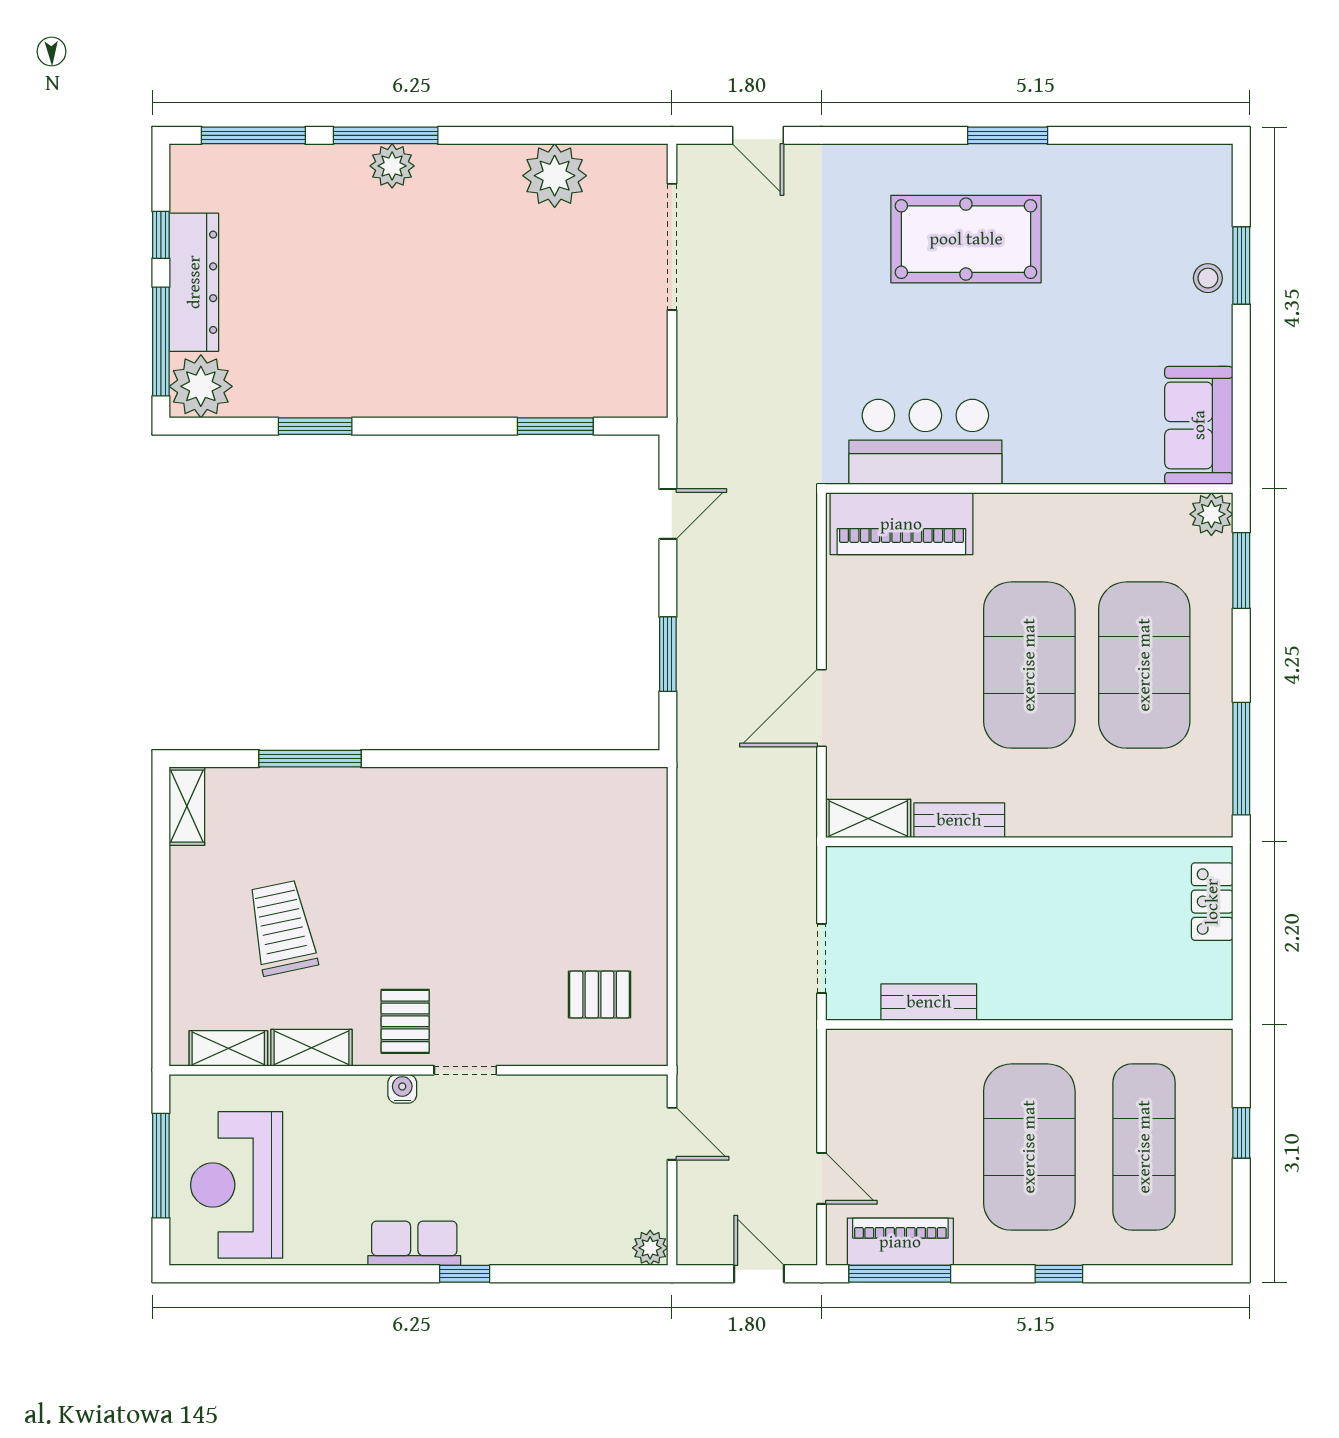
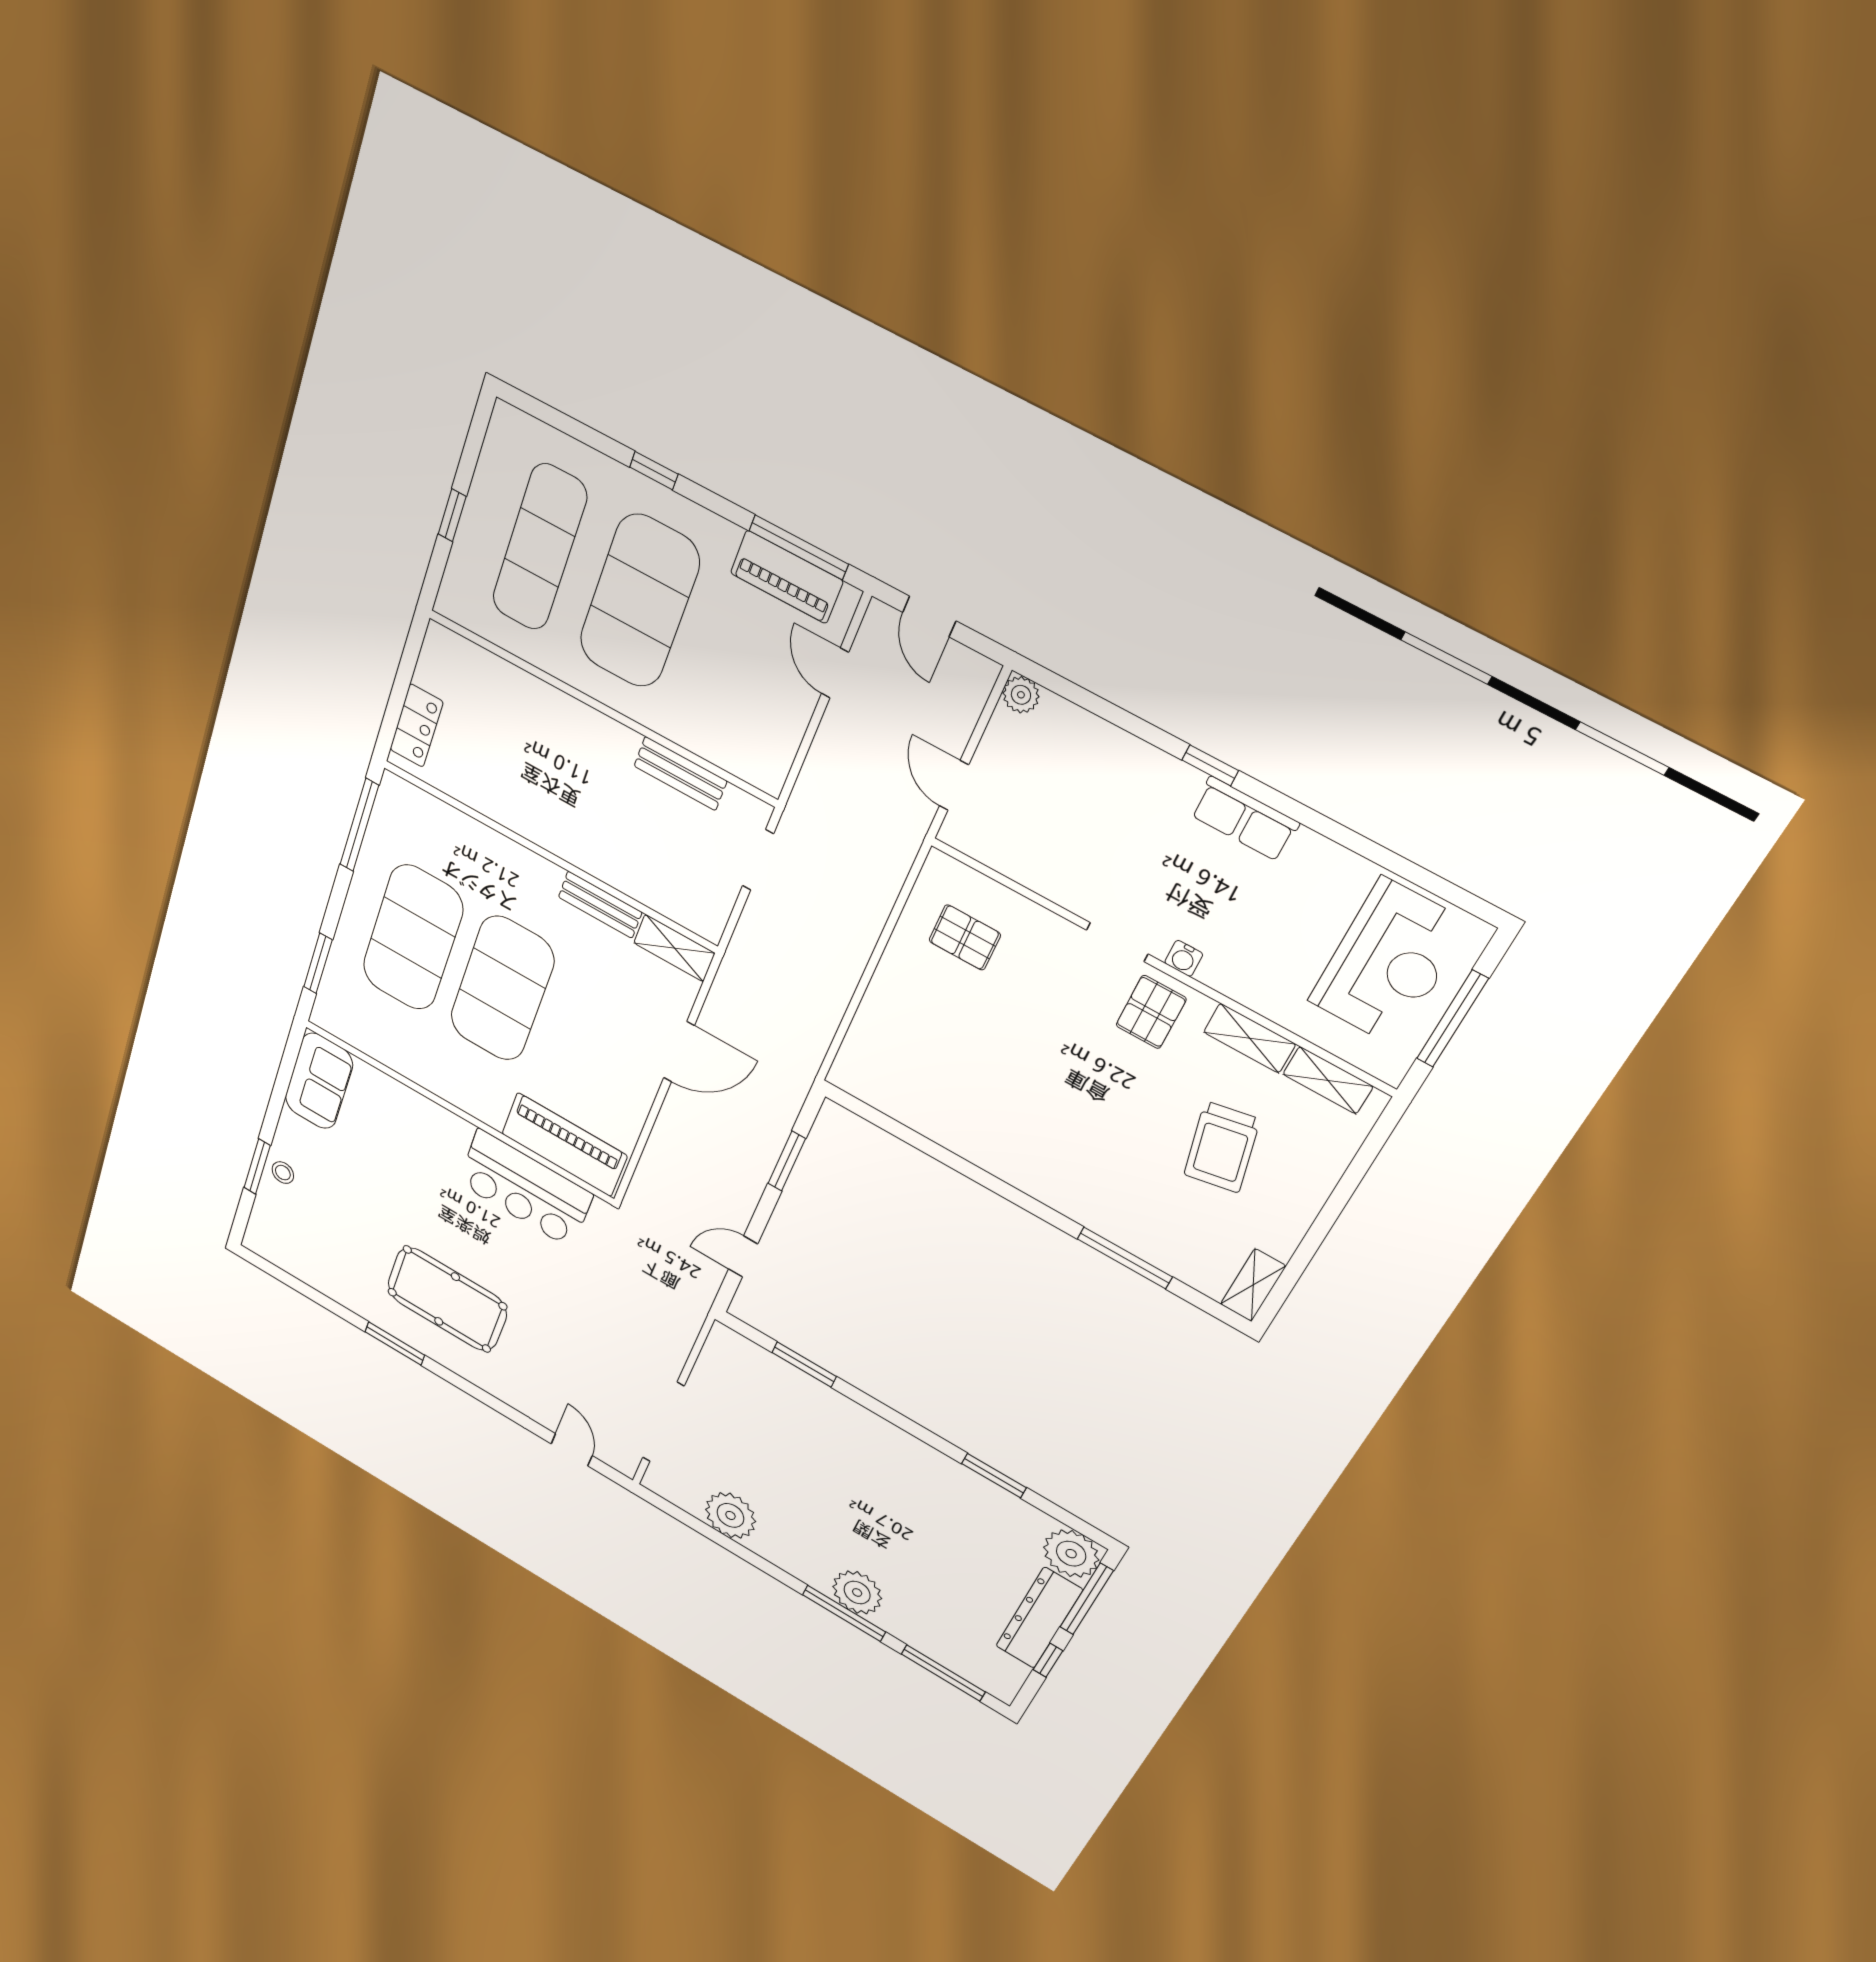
plant: (392, 166) -> (857, 1592), width x1.36, depth x1.36
plant: (1211, 514) -> (328, 1015), removed

